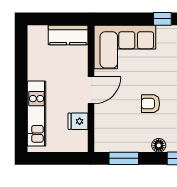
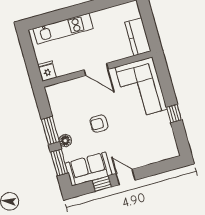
armchair: (150, 104) -> (99, 124), turned -90
fridge: (78, 121) -> (47, 71), moved
window: (124, 158) -> (50, 131), moved

